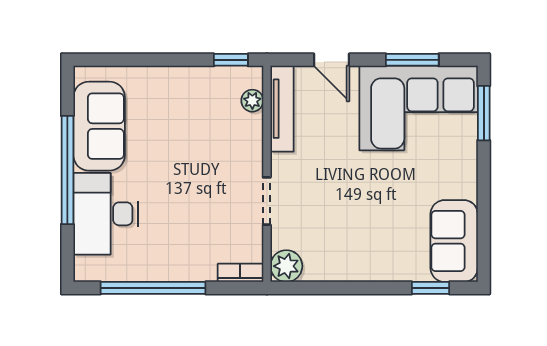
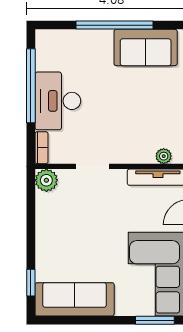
desk: (105, 214) -> (58, 101), moved, turned -90
sofa: (454, 241) -> (75, 299), width x1.36

